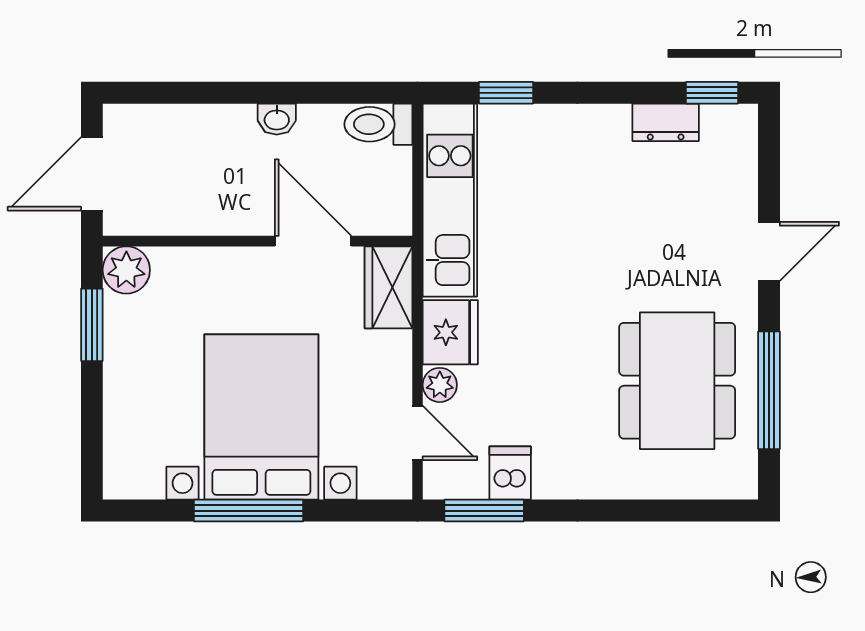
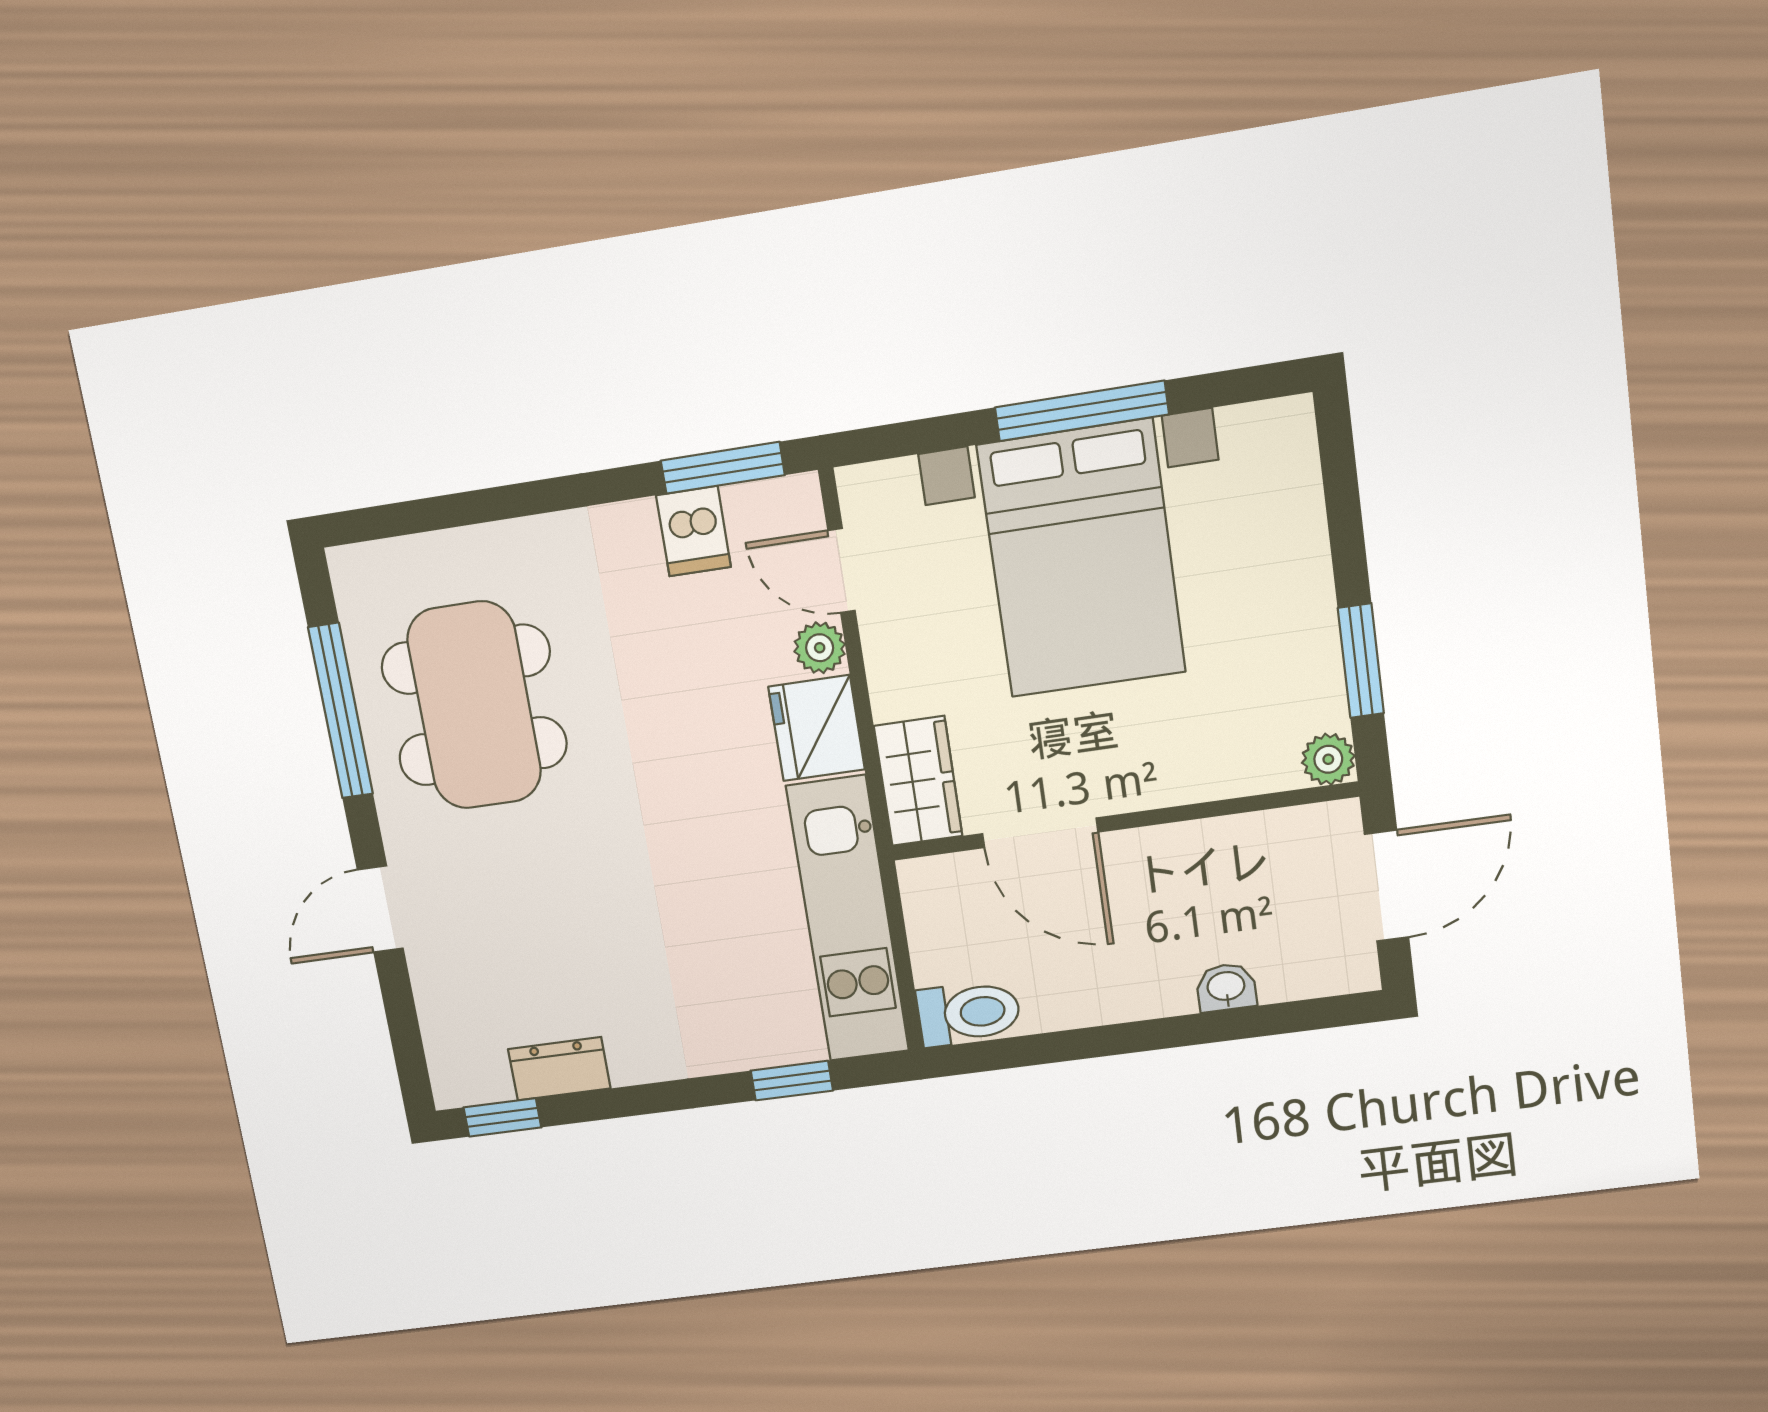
washbasin: (277, 119) -> (1226, 987), moved
plant: (126, 270) -> (1328, 759), width x0.73, depth x0.73

